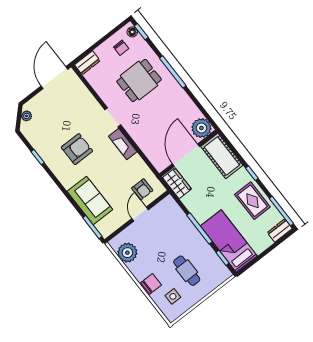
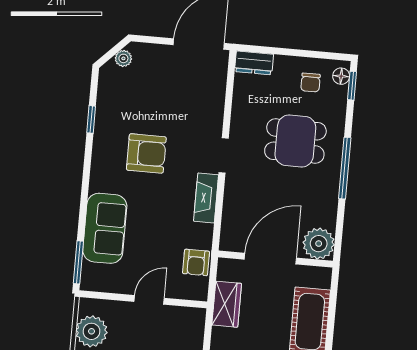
plant: (201, 128) -> (319, 244), moved
wall: (189, 153) -> (275, 259), moved
door: (186, 155) -> (270, 259), moved
armchair: (142, 189) -> (196, 262), moved

